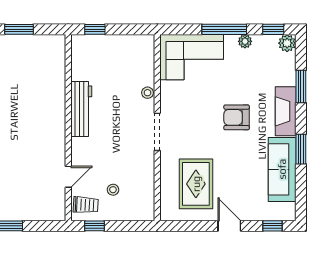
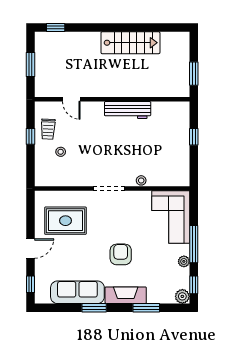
workbench: (81, 109) -> (128, 110), moved
wall: (68, 128) -> (112, 99), moved
door: (68, 177) -> (71, 99), moved

